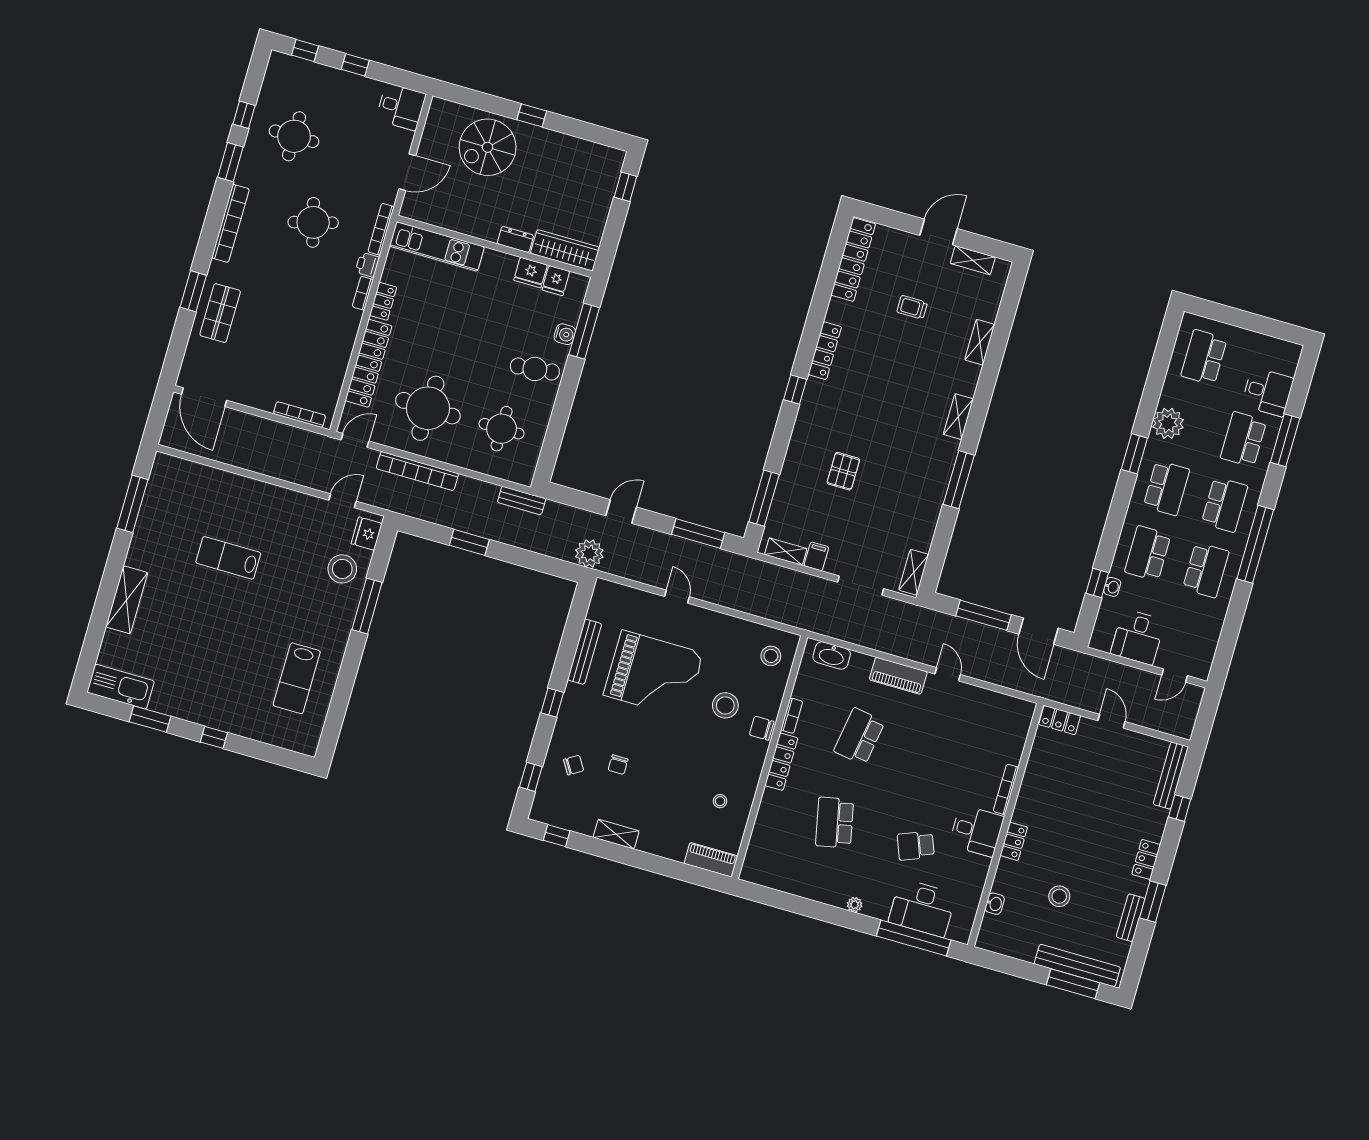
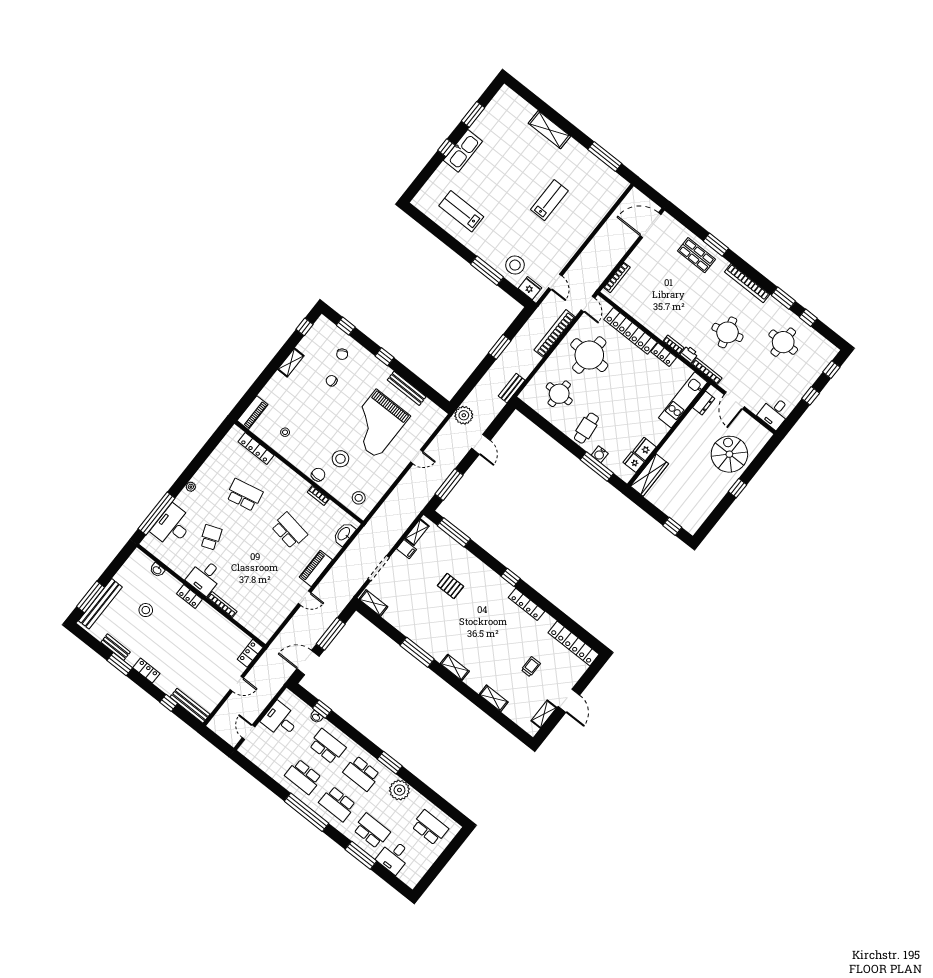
dresser: (515, 239) -> (704, 403), moved
kitchen sink: (121, 687) -> (463, 151), moved
locker: (781, 762) -> (256, 449), moved

